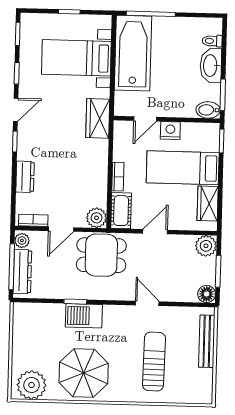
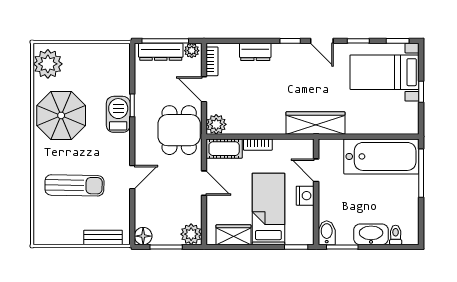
bed with nightstands: (76, 58) -> (385, 72), moved, turned -90
wardrobe: (98, 118) -> (315, 123), width x1.50
bench: (207, 341) -> (103, 237), width x0.73

